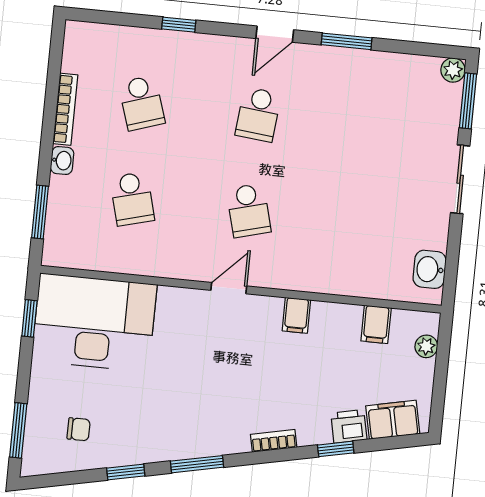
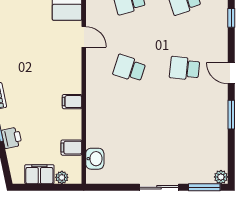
school desk: (249, 210) -> (129, 68), turned 33
washbasin: (430, 269) -> (95, 159), moved, turned 90
door: (229, 288) -> (84, 37), moved
filing cabinet: (393, 420) -> (39, 174), moved, turned -78

